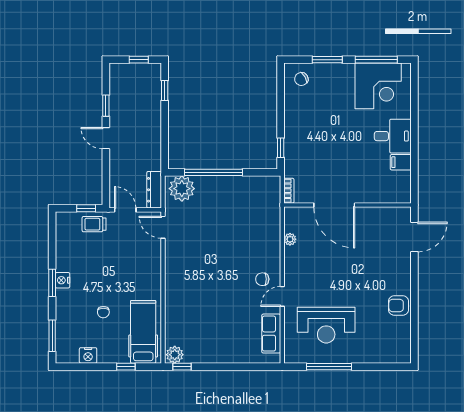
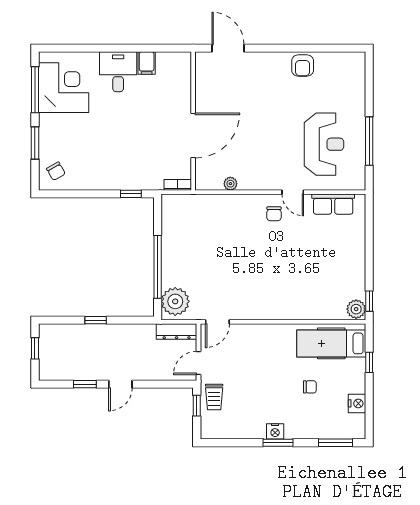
window: (165, 90) -> (96, 320), moved

